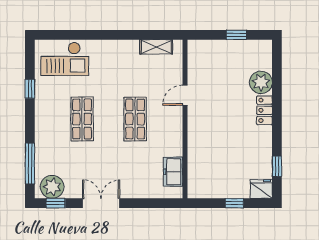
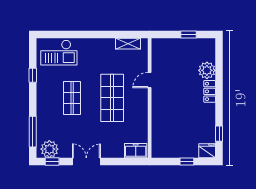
shop shelf: (135, 119) -> (112, 98), width x1.43, depth x1.36
freezer: (173, 172) -> (136, 151), moved, turned 90

